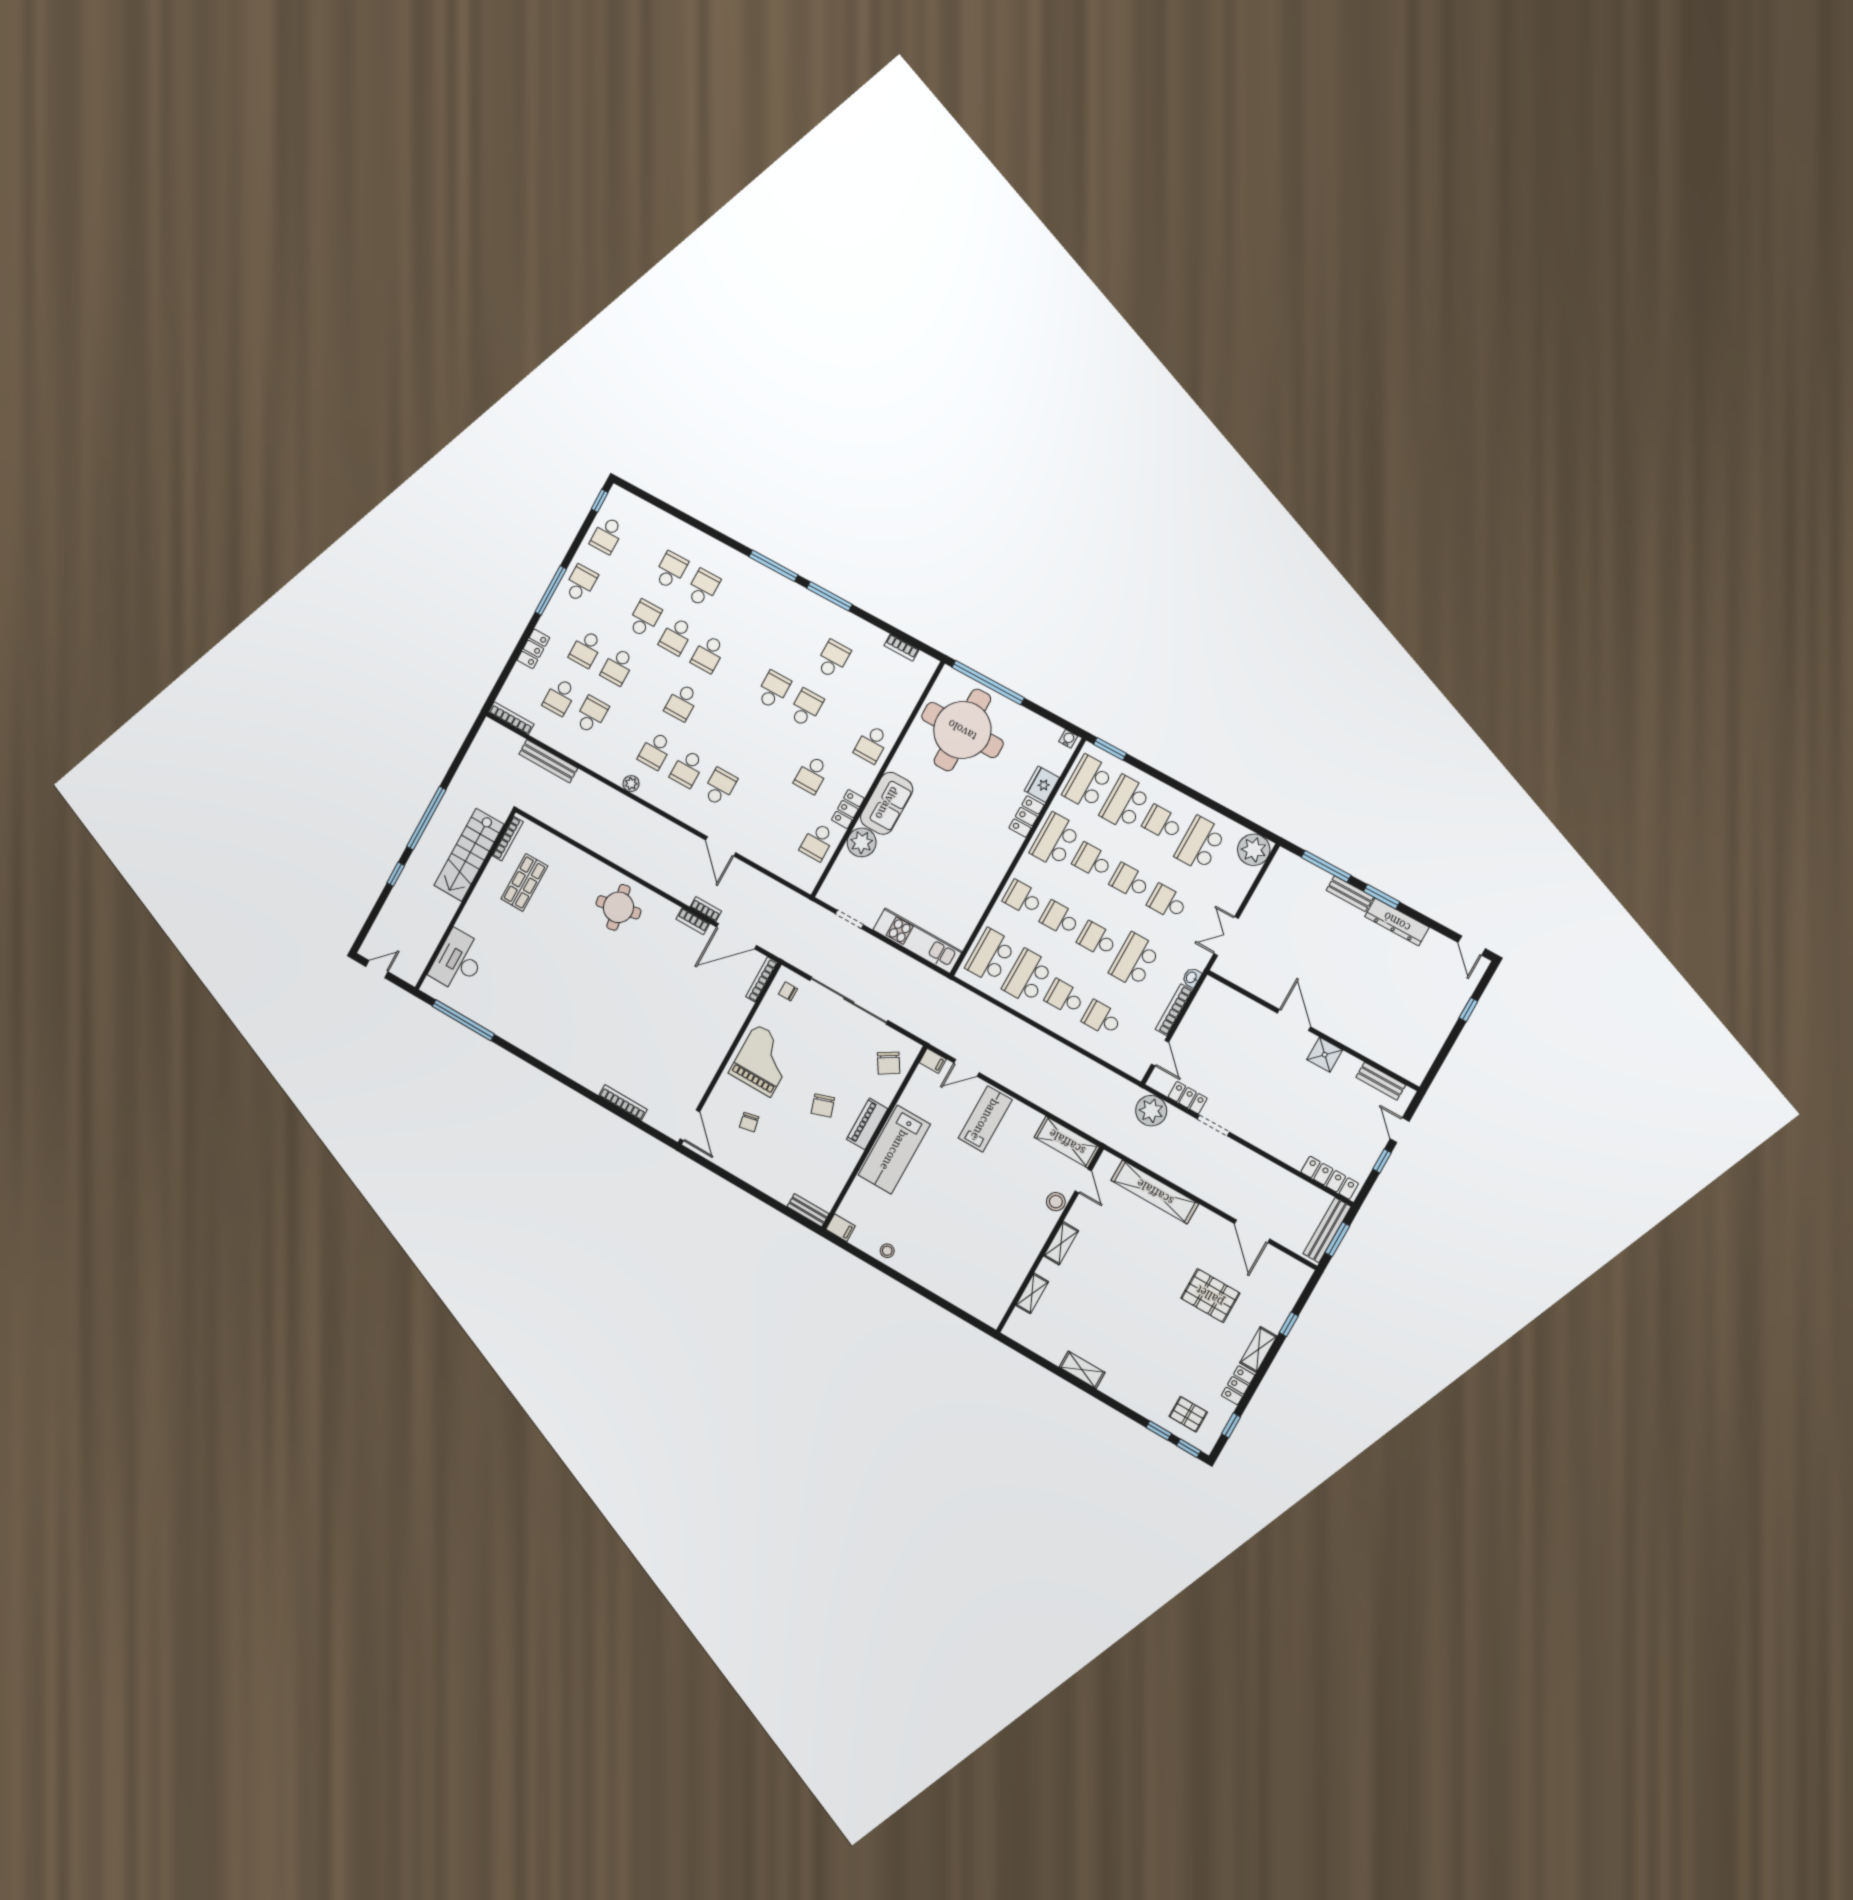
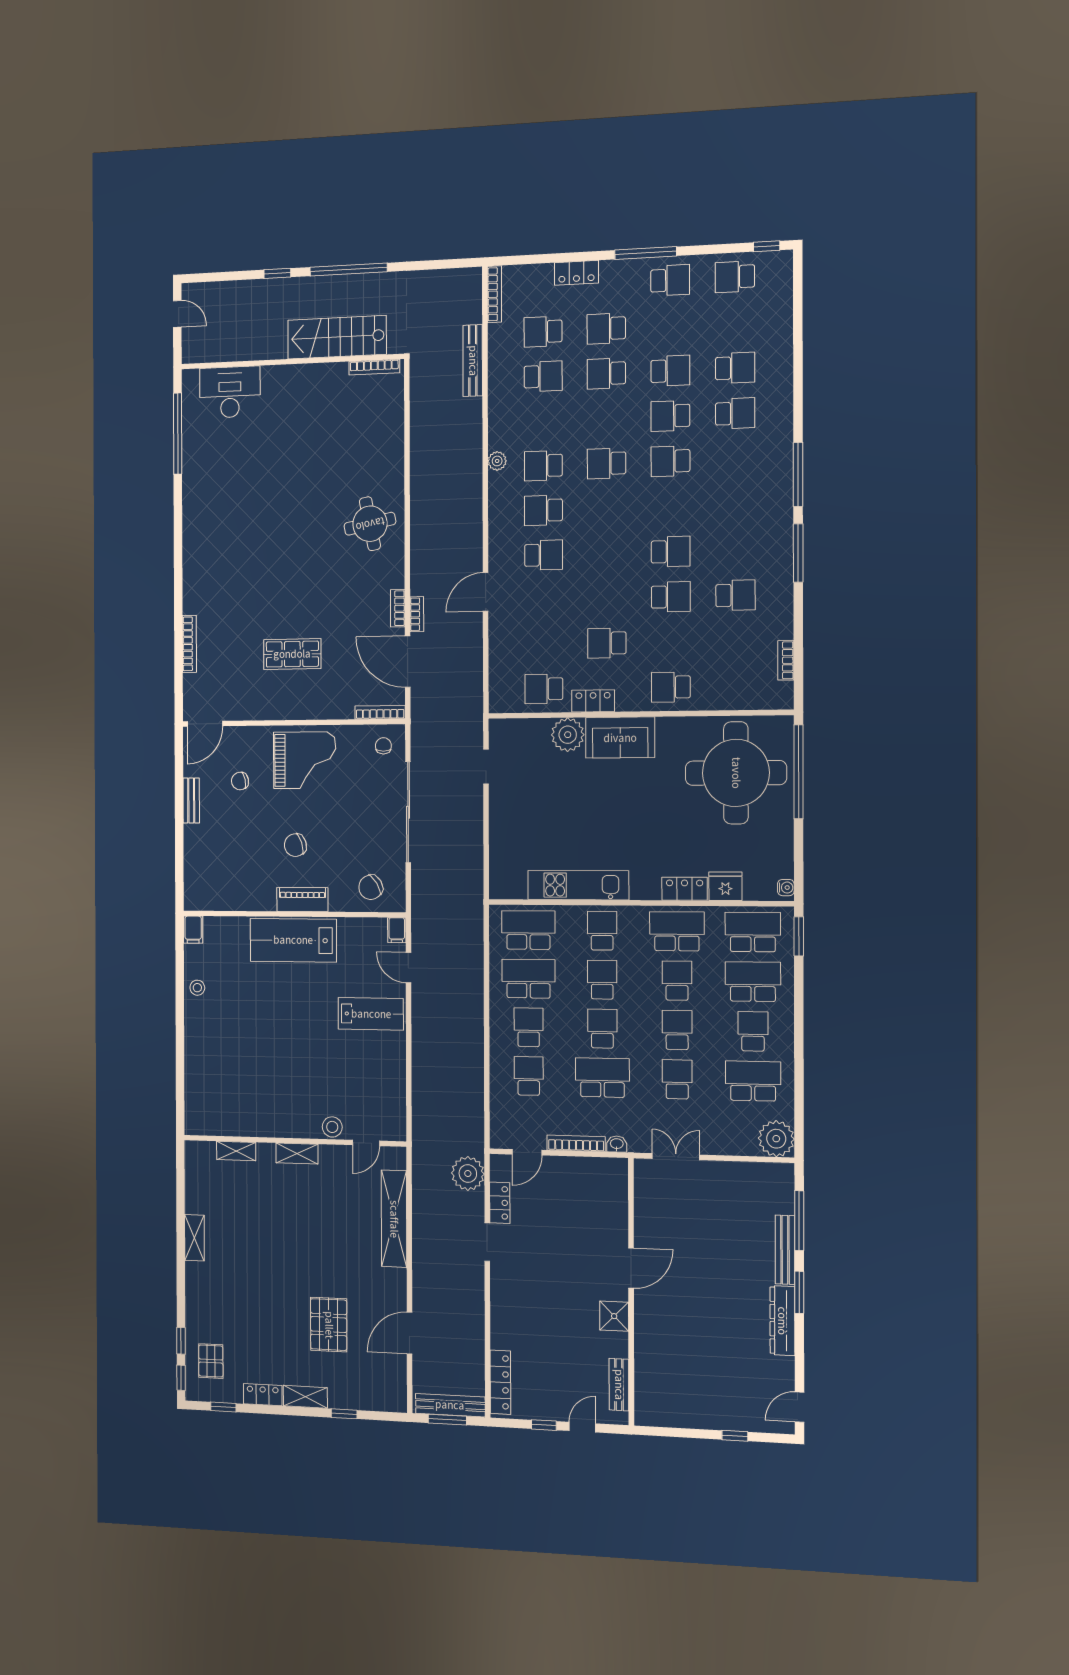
shop shelf: (524, 882) -> (292, 654), moved
bench: (1350, 894) -> (785, 1250), width x1.36
kitchen unit: (917, 941) -> (578, 885), moved, turned -90
shelving: (1067, 1142) -> (393, 1107), removed
bench: (808, 1210) -> (191, 801), moved

